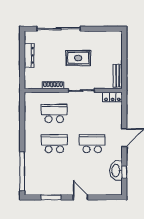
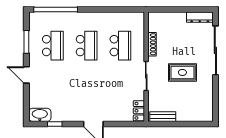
dresser: (29, 55) -> (200, 17), moved
rug: (78, 58) -> (182, 72), turned 90
school desk: (92, 144) -> (53, 46), moved
washbasin: (116, 171) -> (40, 115), moved
door: (81, 197) -> (26, 75), swing flipped

